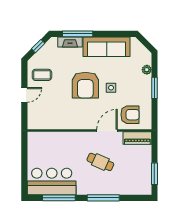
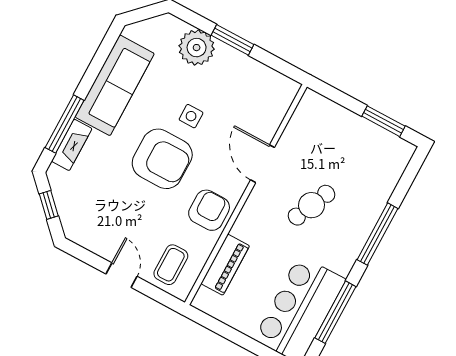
plant: (147, 70) -> (197, 48), width x1.88, depth x1.88
coffee table: (42, 75) -> (171, 265), moved
armchair: (130, 115) -> (209, 210), moved
piano: (137, 138) -> (225, 265), moved

